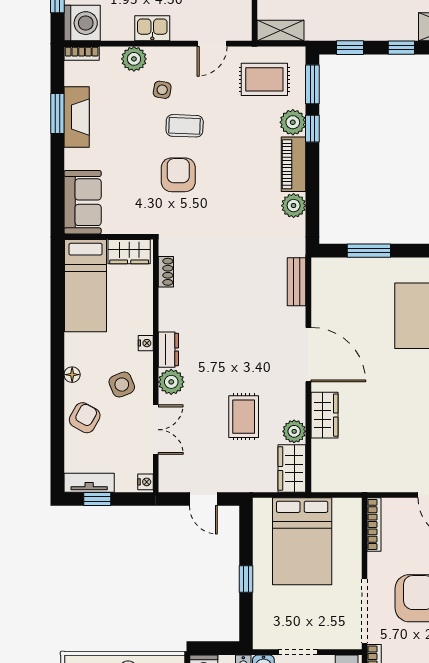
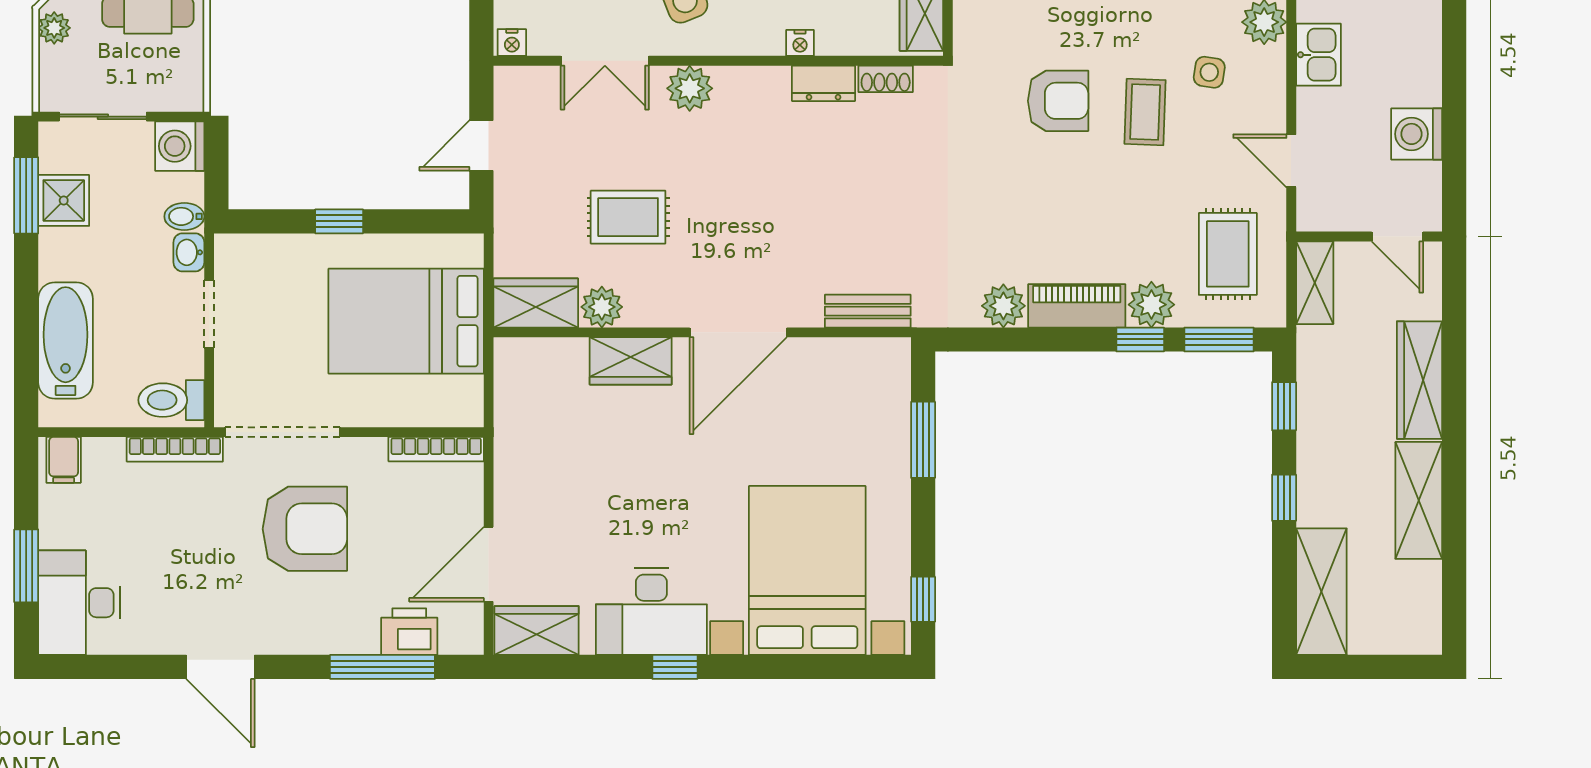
nightstand: (146, 343) -> (800, 43), moved
dresser: (168, 350) -> (824, 83), moved

